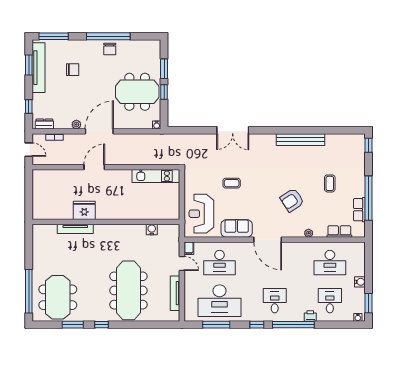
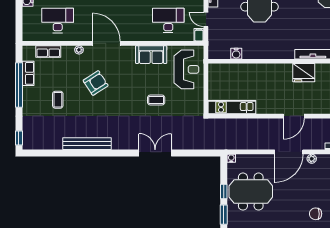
door: (268, 240) -> (106, 43), moved

